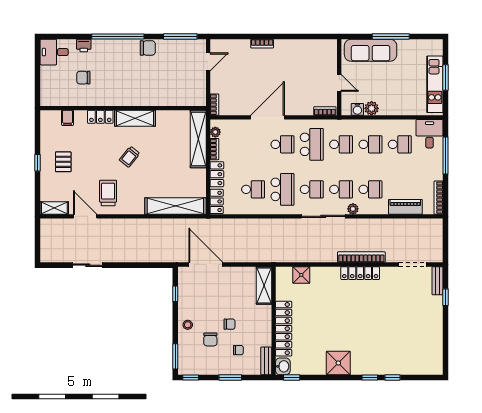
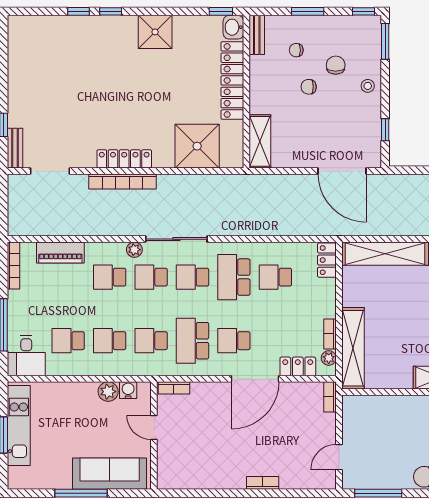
locker: (217, 174) -> (298, 366), moved, turned 90
shower: (301, 275) -> (197, 146), width x1.86, depth x1.86

